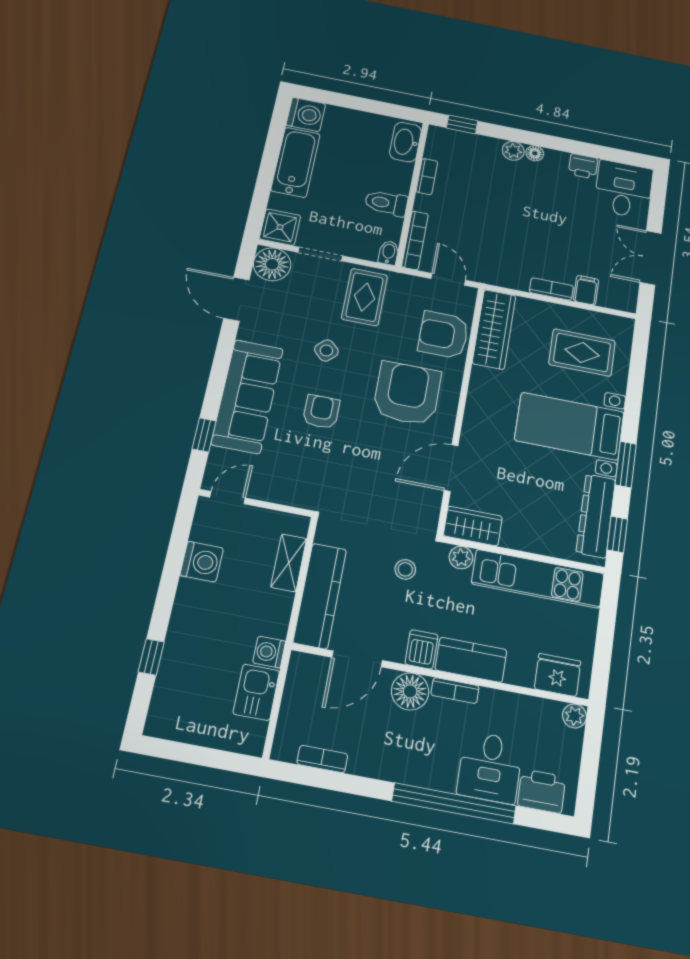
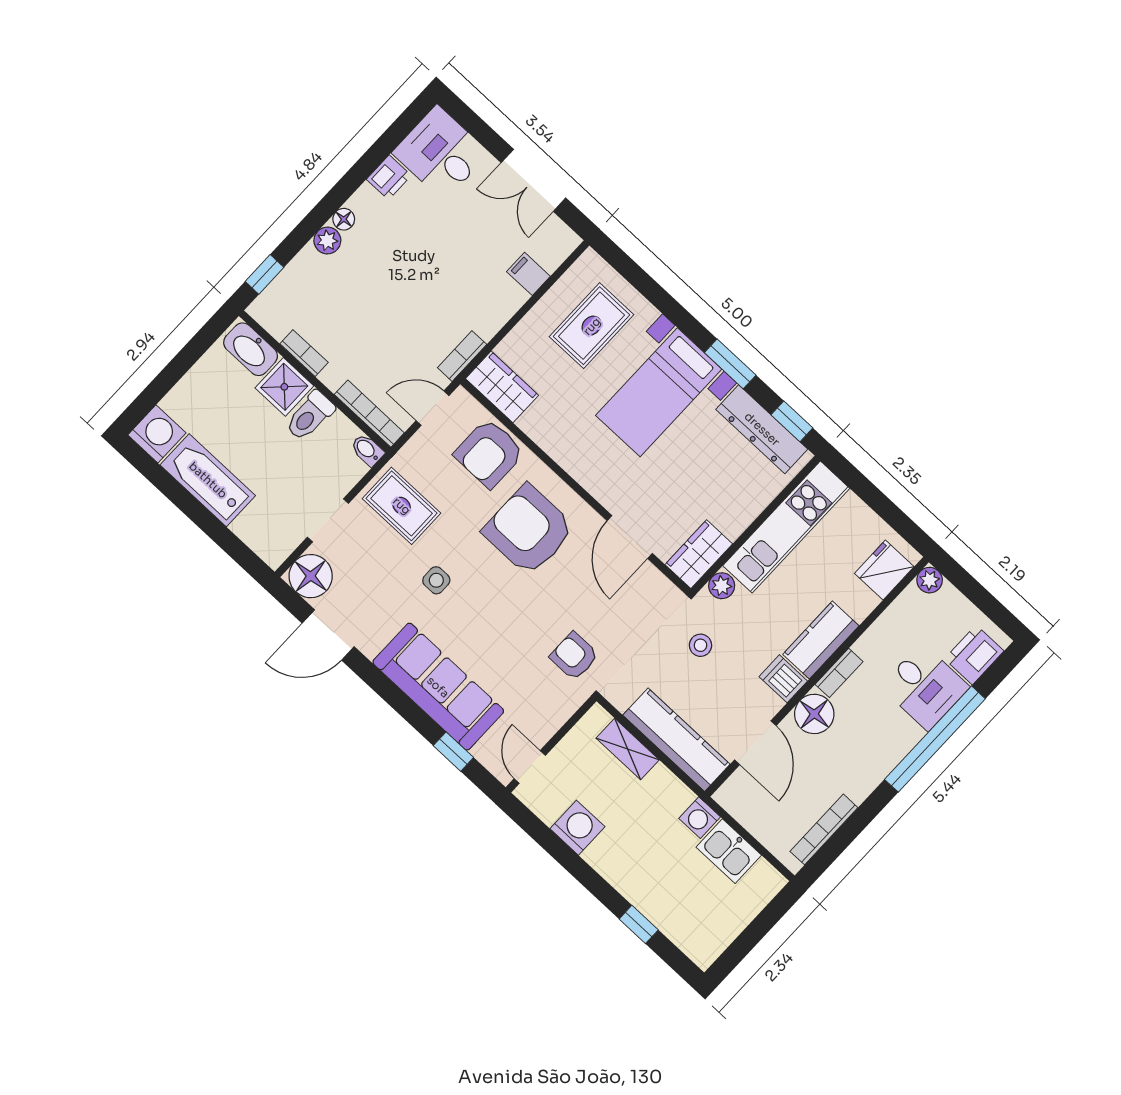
shower: (280, 227) -> (284, 387), moved
bookcase: (551, 289) -> (462, 356), moved
wardrobe: (494, 329) -> (502, 387), width x0.67
side table: (326, 351) -> (436, 580), turned 45
armchair: (321, 412) -> (574, 656), moved
bookcase: (322, 759) -> (824, 829), width x1.56

